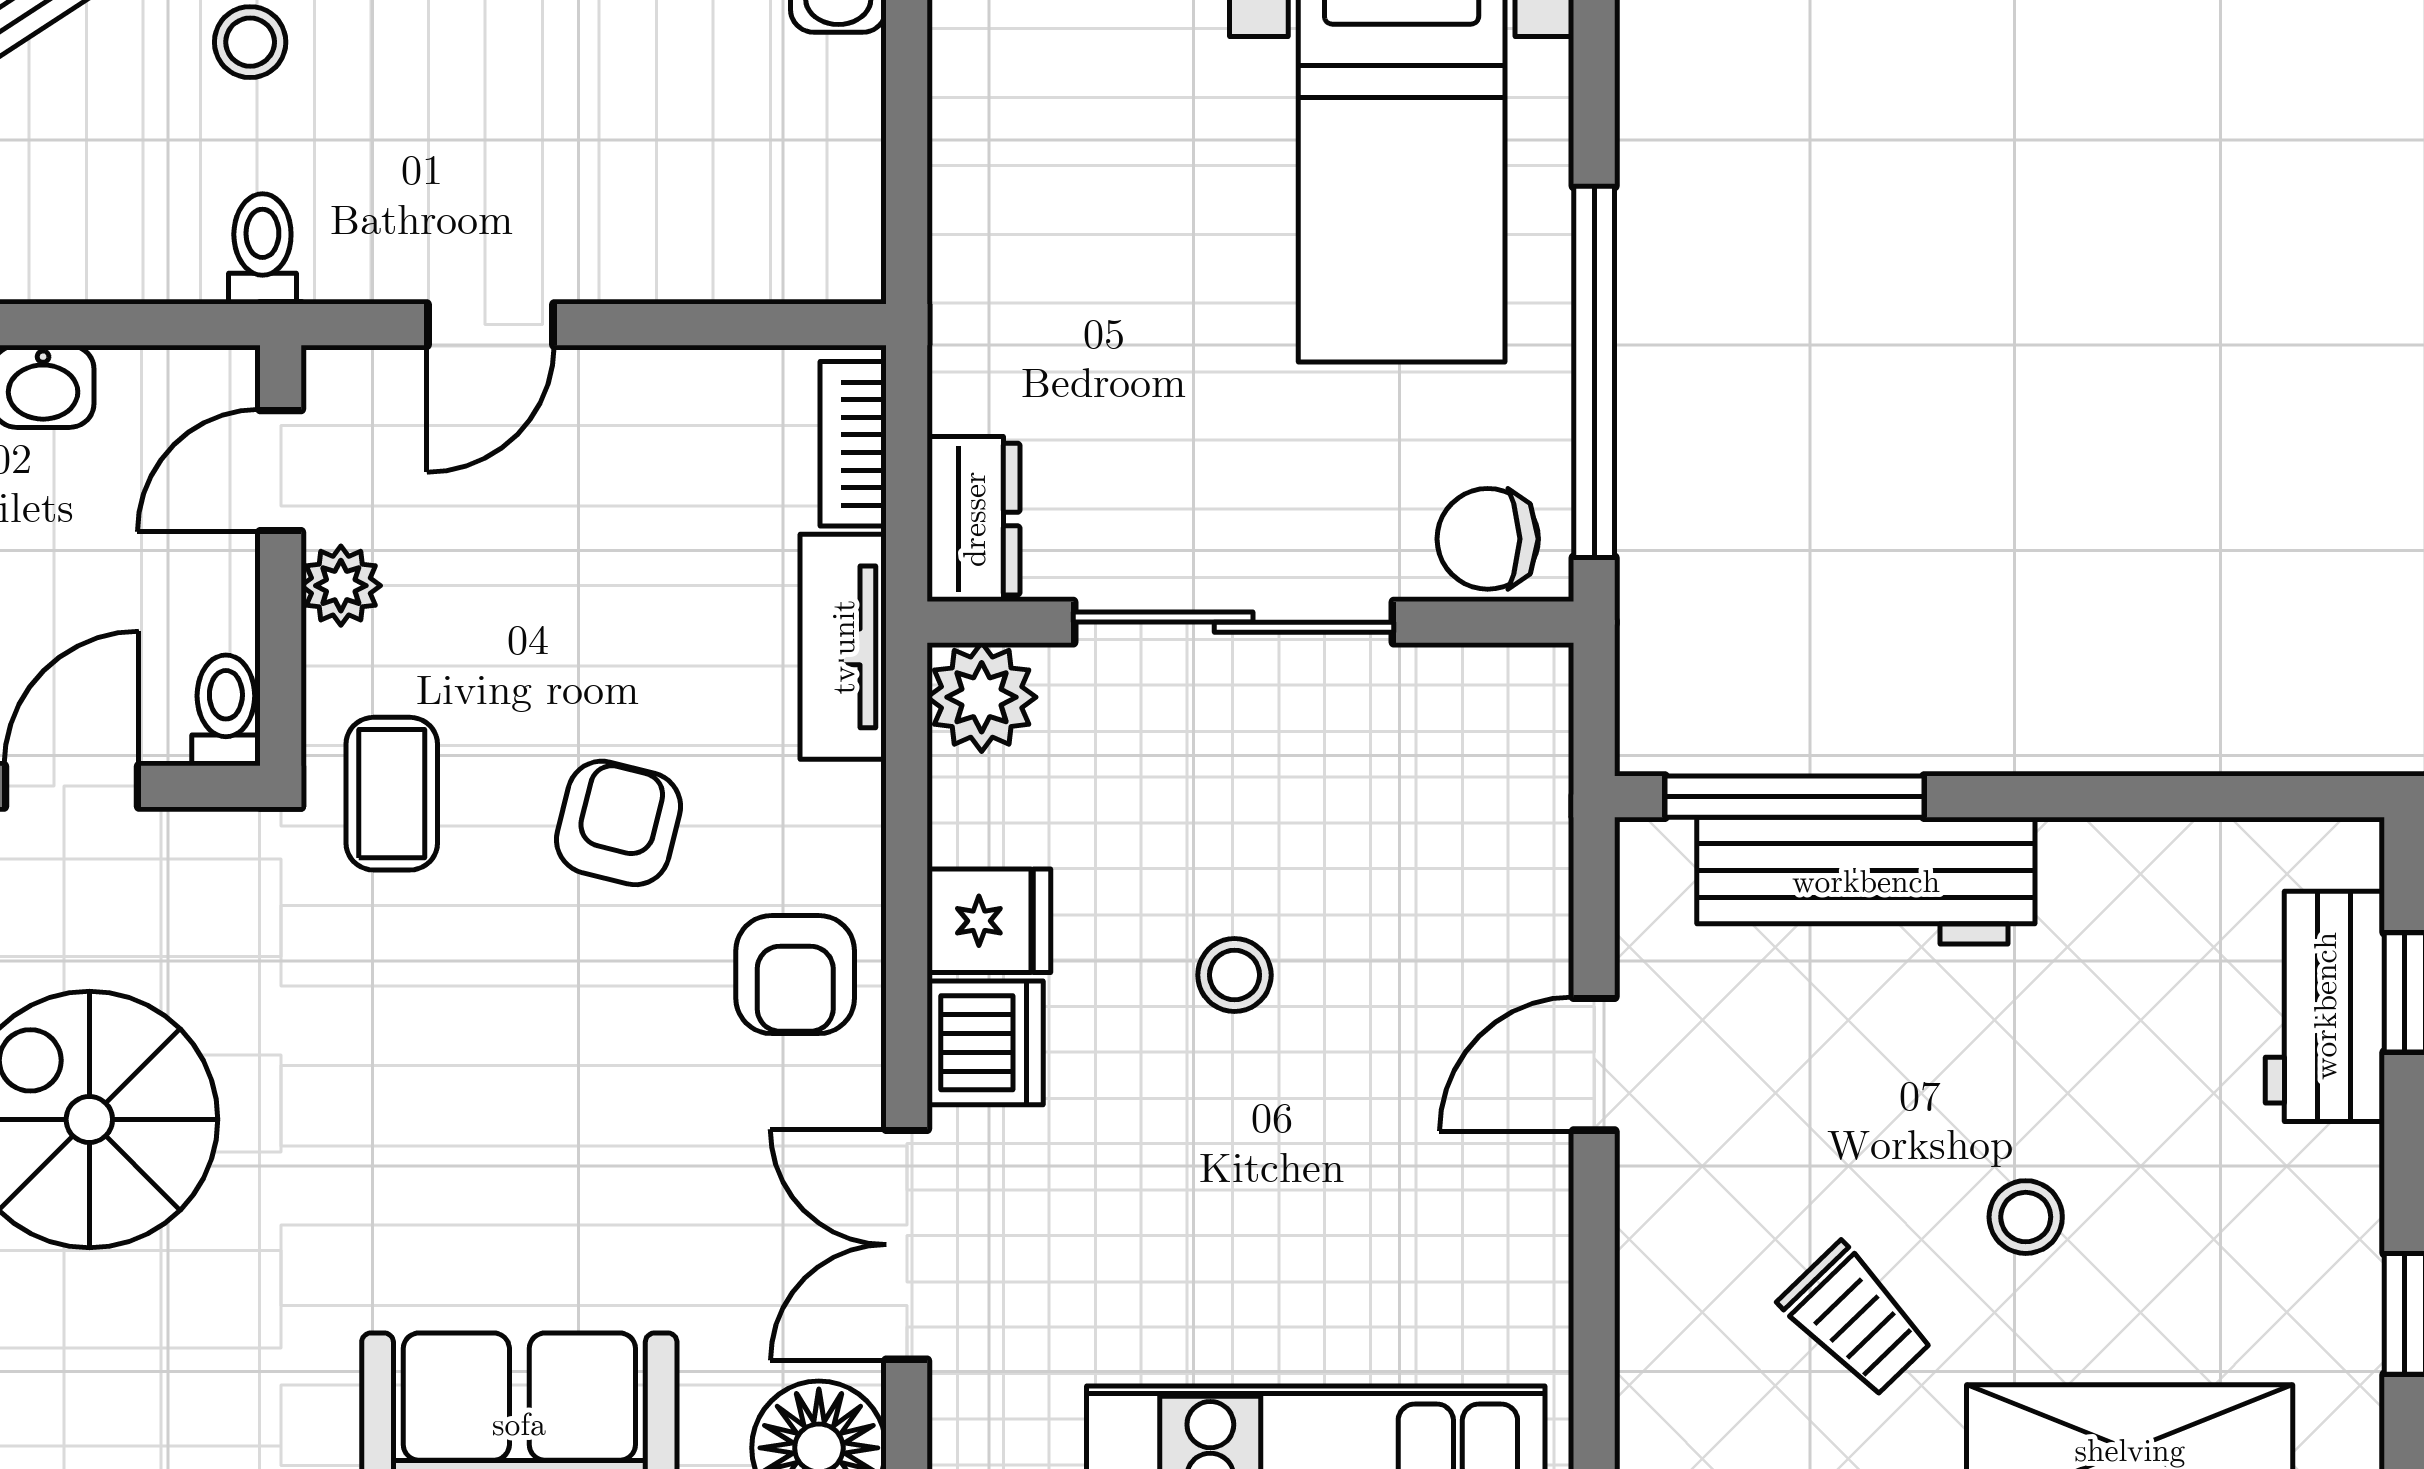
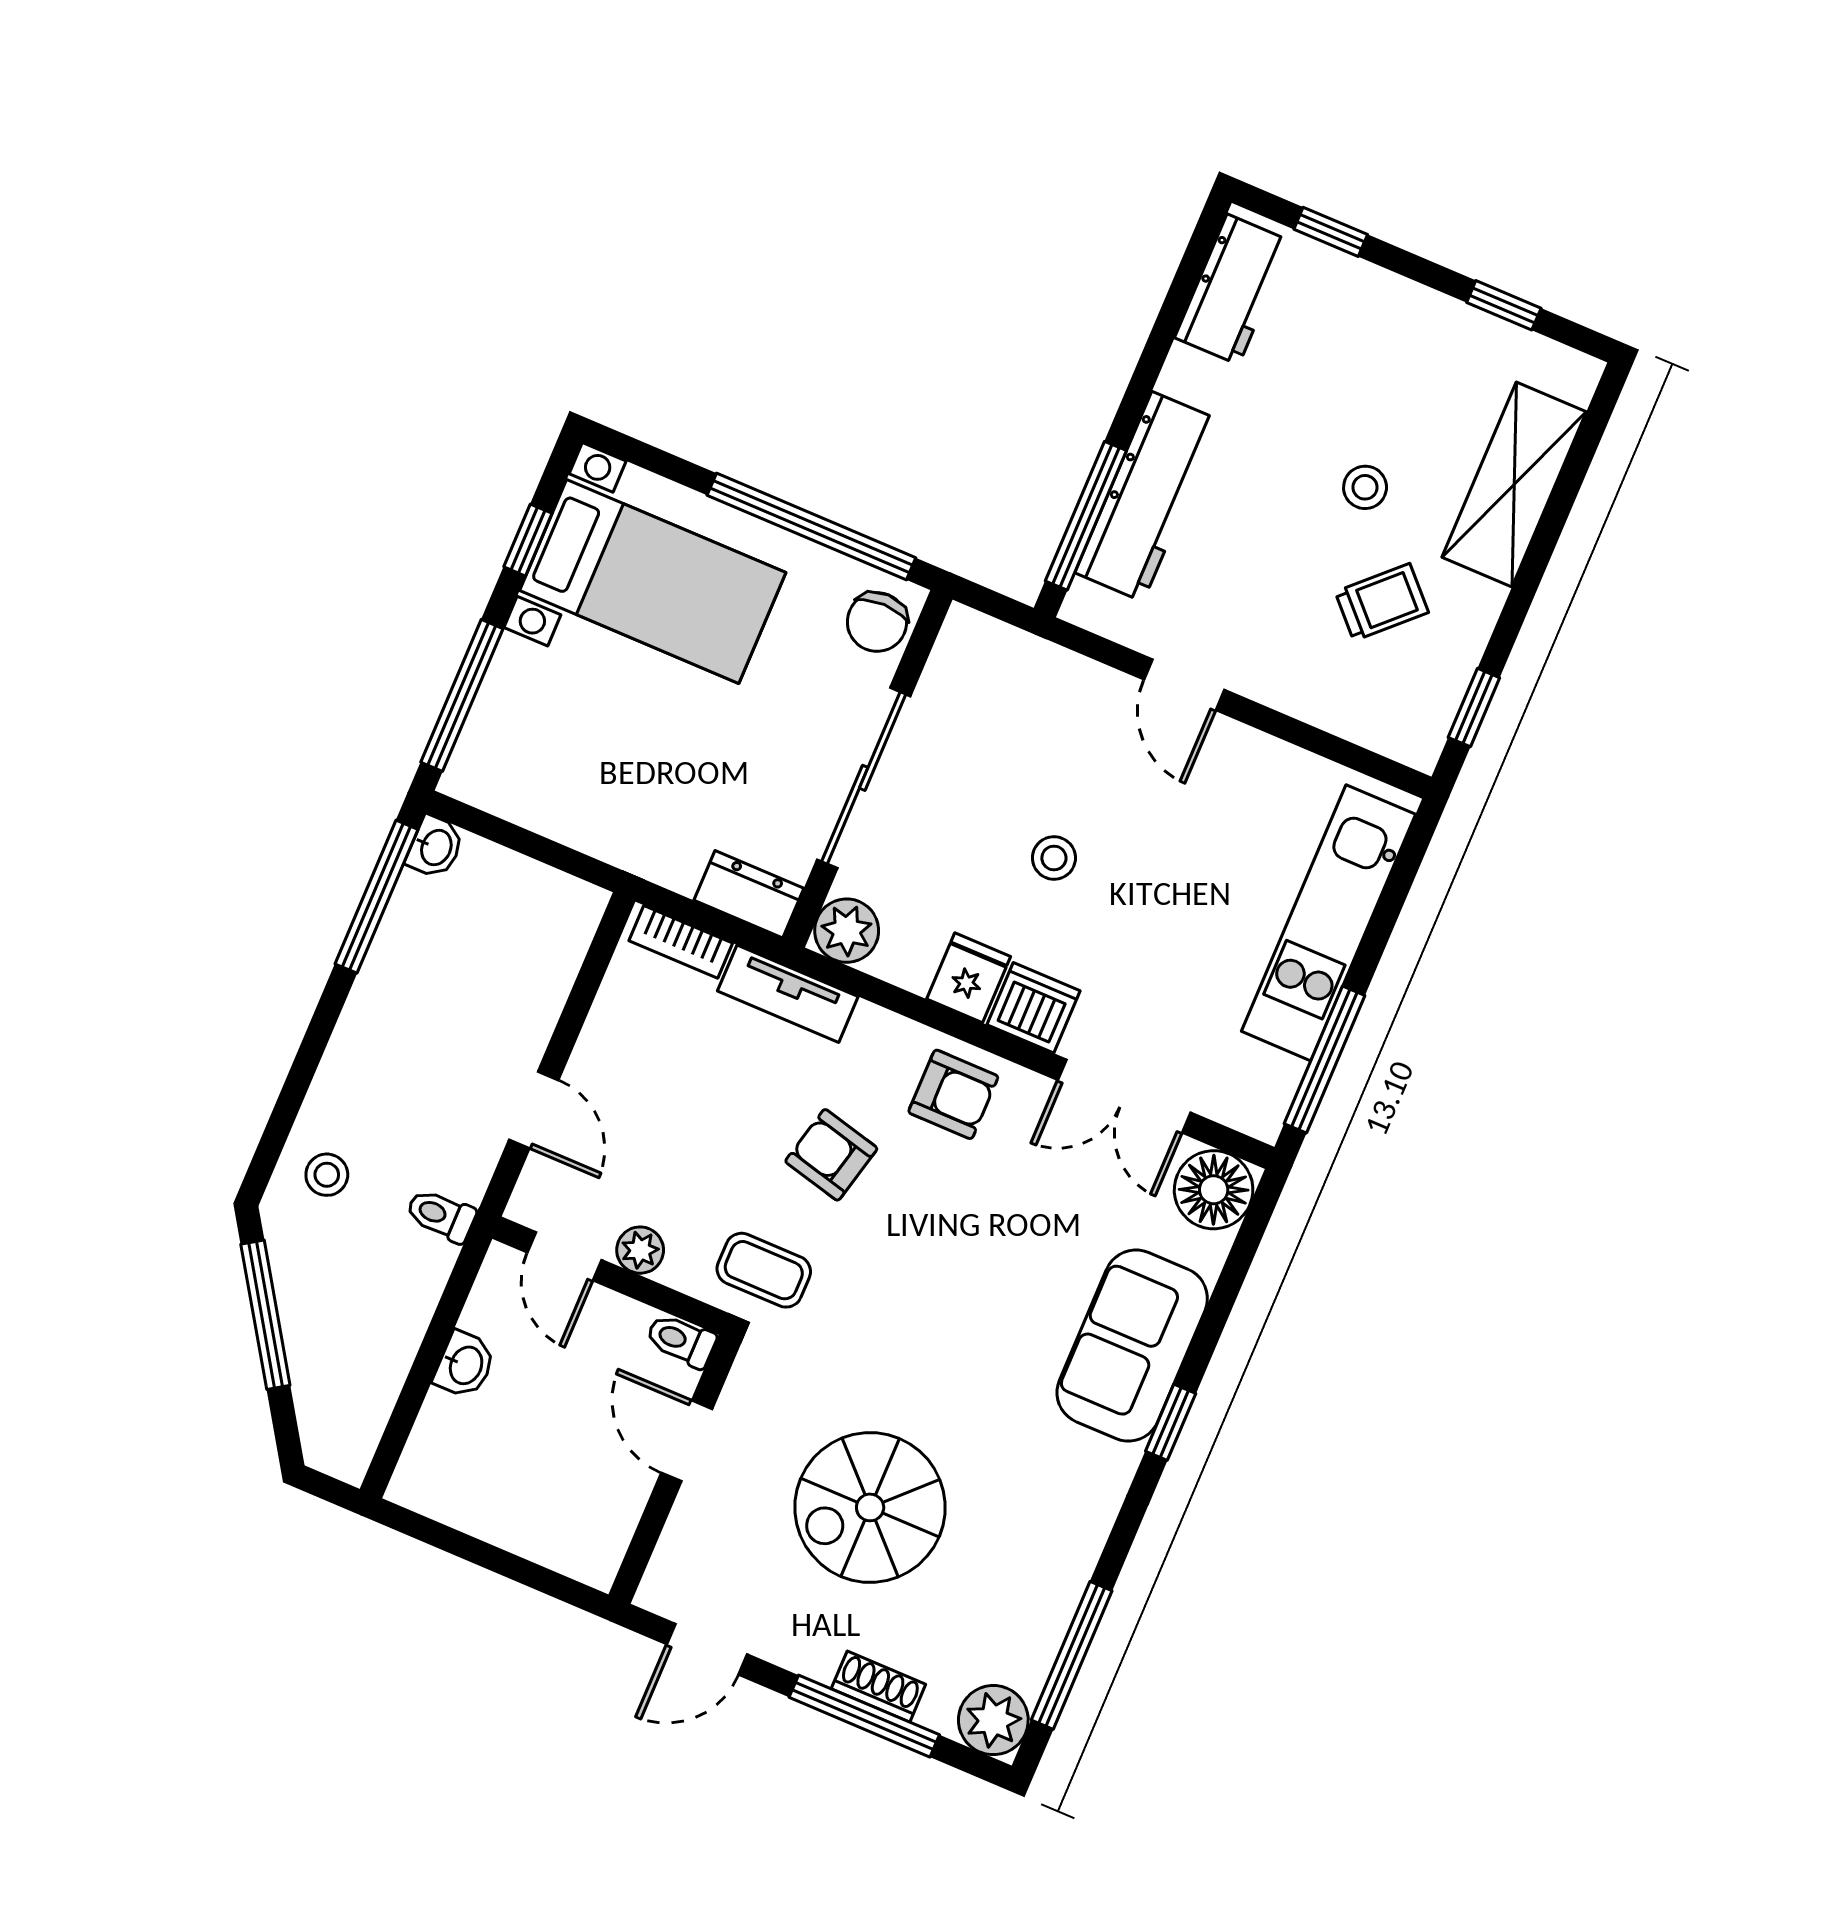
workbench: (2325, 1006) -> (1233, 289), moved, turned -90

